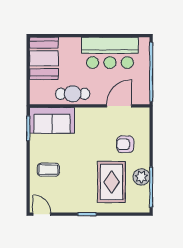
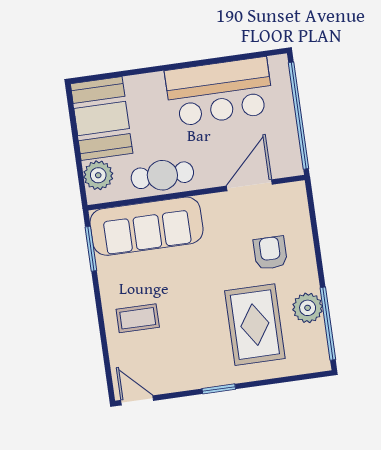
plant: (38, 89) -> (98, 175), added
sofa: (52, 120) -> (147, 226), width x1.36
armchair: (125, 144) -> (270, 253), turned 90

